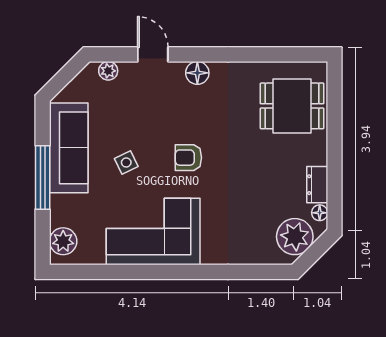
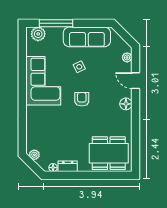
door: (153, 54) -> (136, 81), swing flipped
dining table: (292, 106) -> (109, 153), width x1.38
window: (43, 177) -> (56, 23), moved
plant: (295, 237) -> (34, 155), width x0.53, depth x0.53

